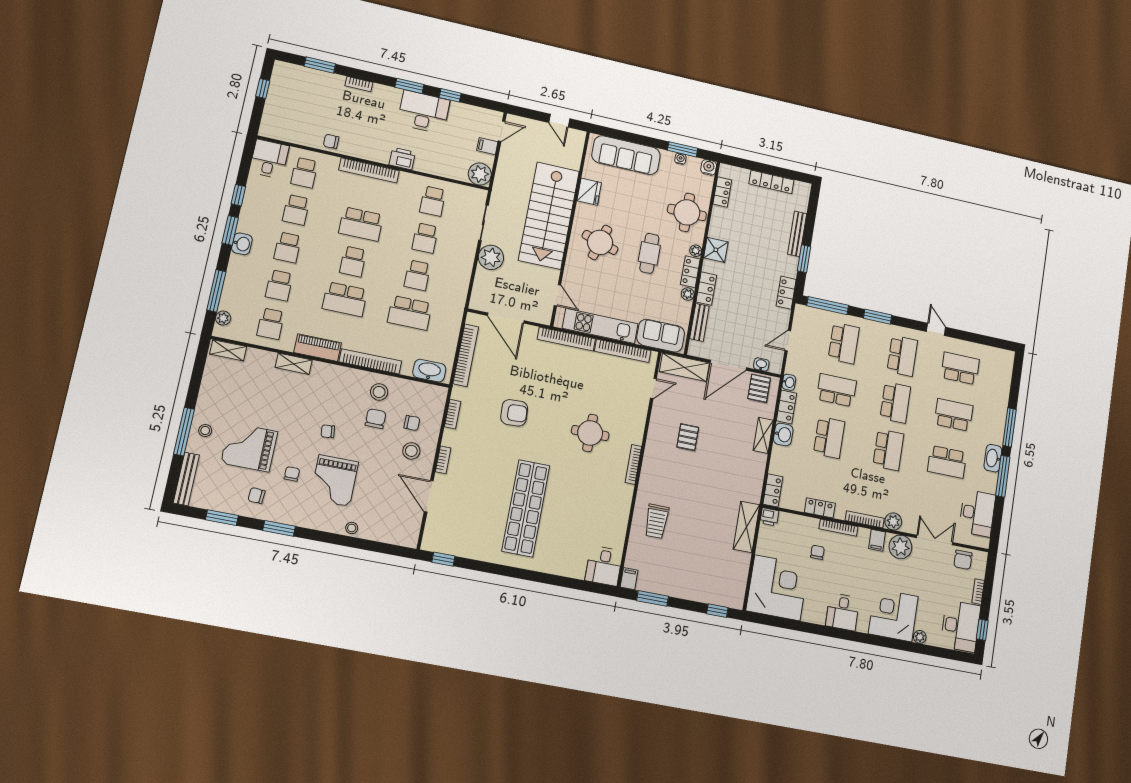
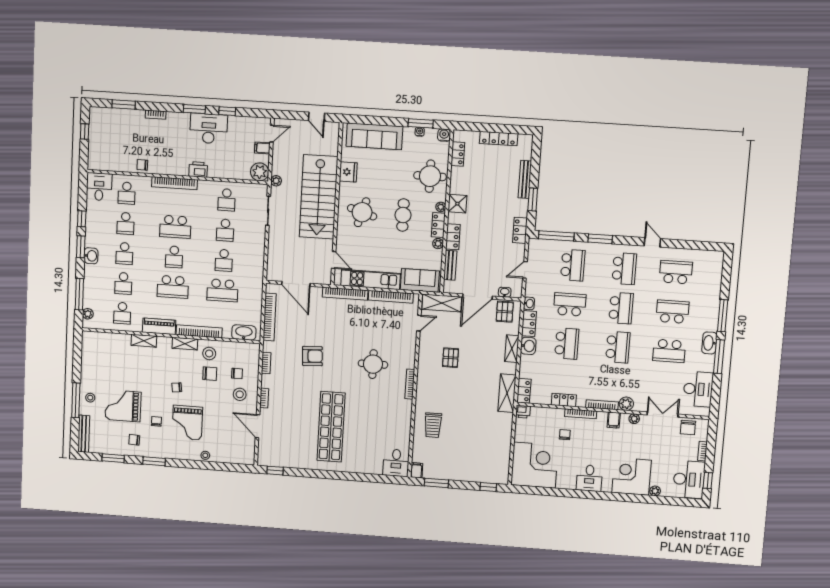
plant: (491, 257) -> (276, 181), moved, width x0.53, depth x0.53
shelving: (228, 350) -> (185, 344), moved
chair: (376, 419) -> (210, 374), turned 90
shelving: (746, 527) -> (507, 393), moved
plant: (900, 547) -> (634, 419), width x0.53, depth x0.53

